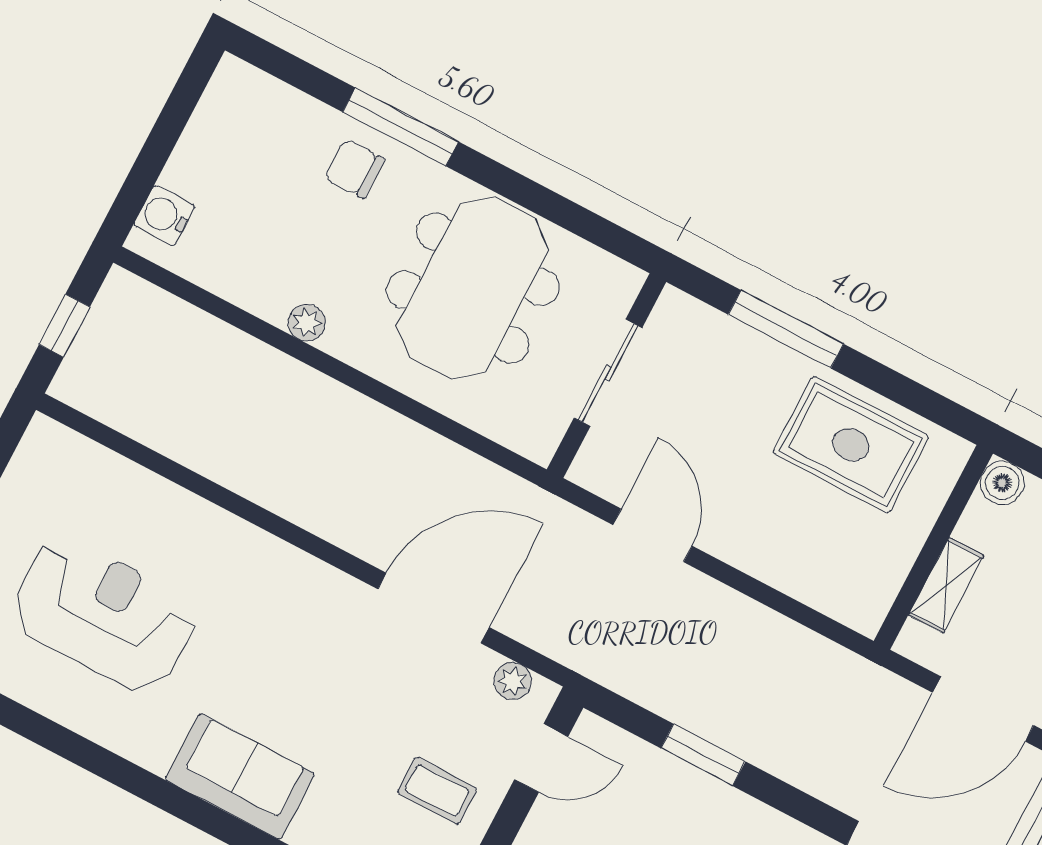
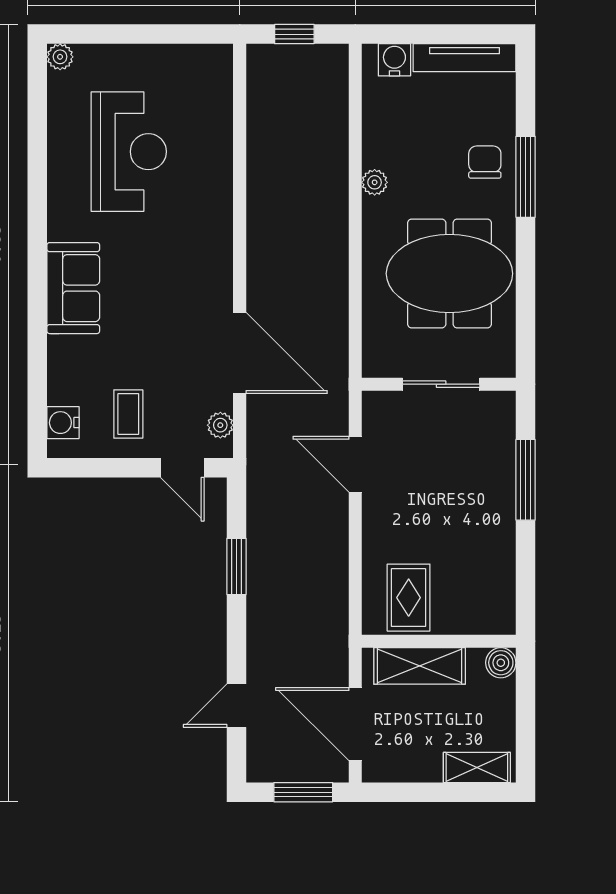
tv unit: (208, 125) -> (465, 58), added
rug: (851, 445) -> (409, 598), moved, width x0.73, depth x0.70
door: (652, 535) -> (355, 464), swing flipped
shelving: (946, 585) -> (420, 666), width x1.50, depth x1.33

